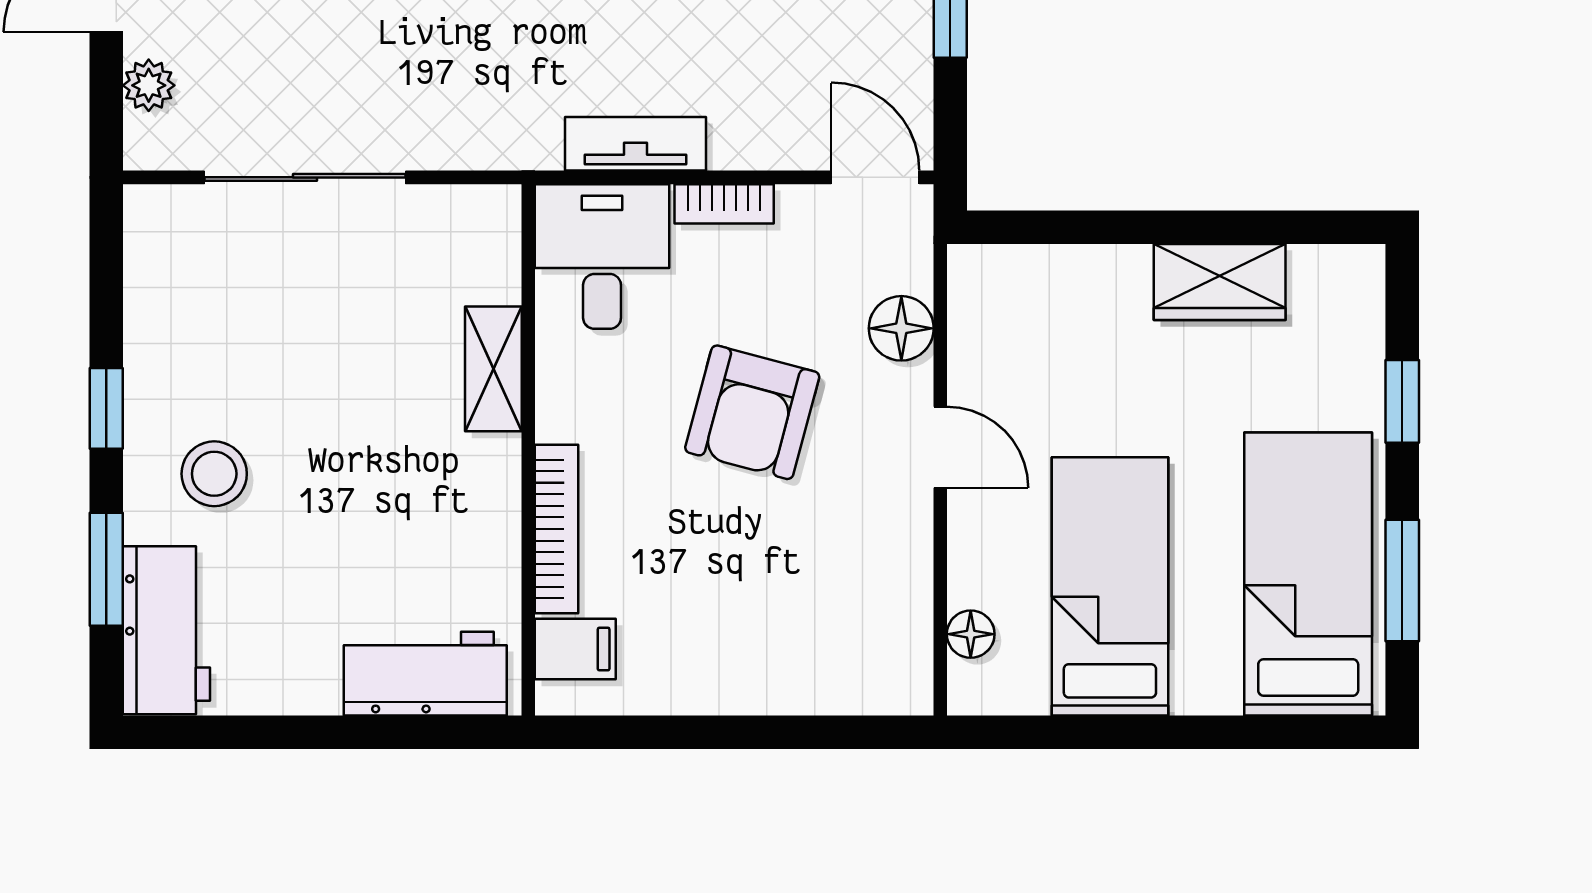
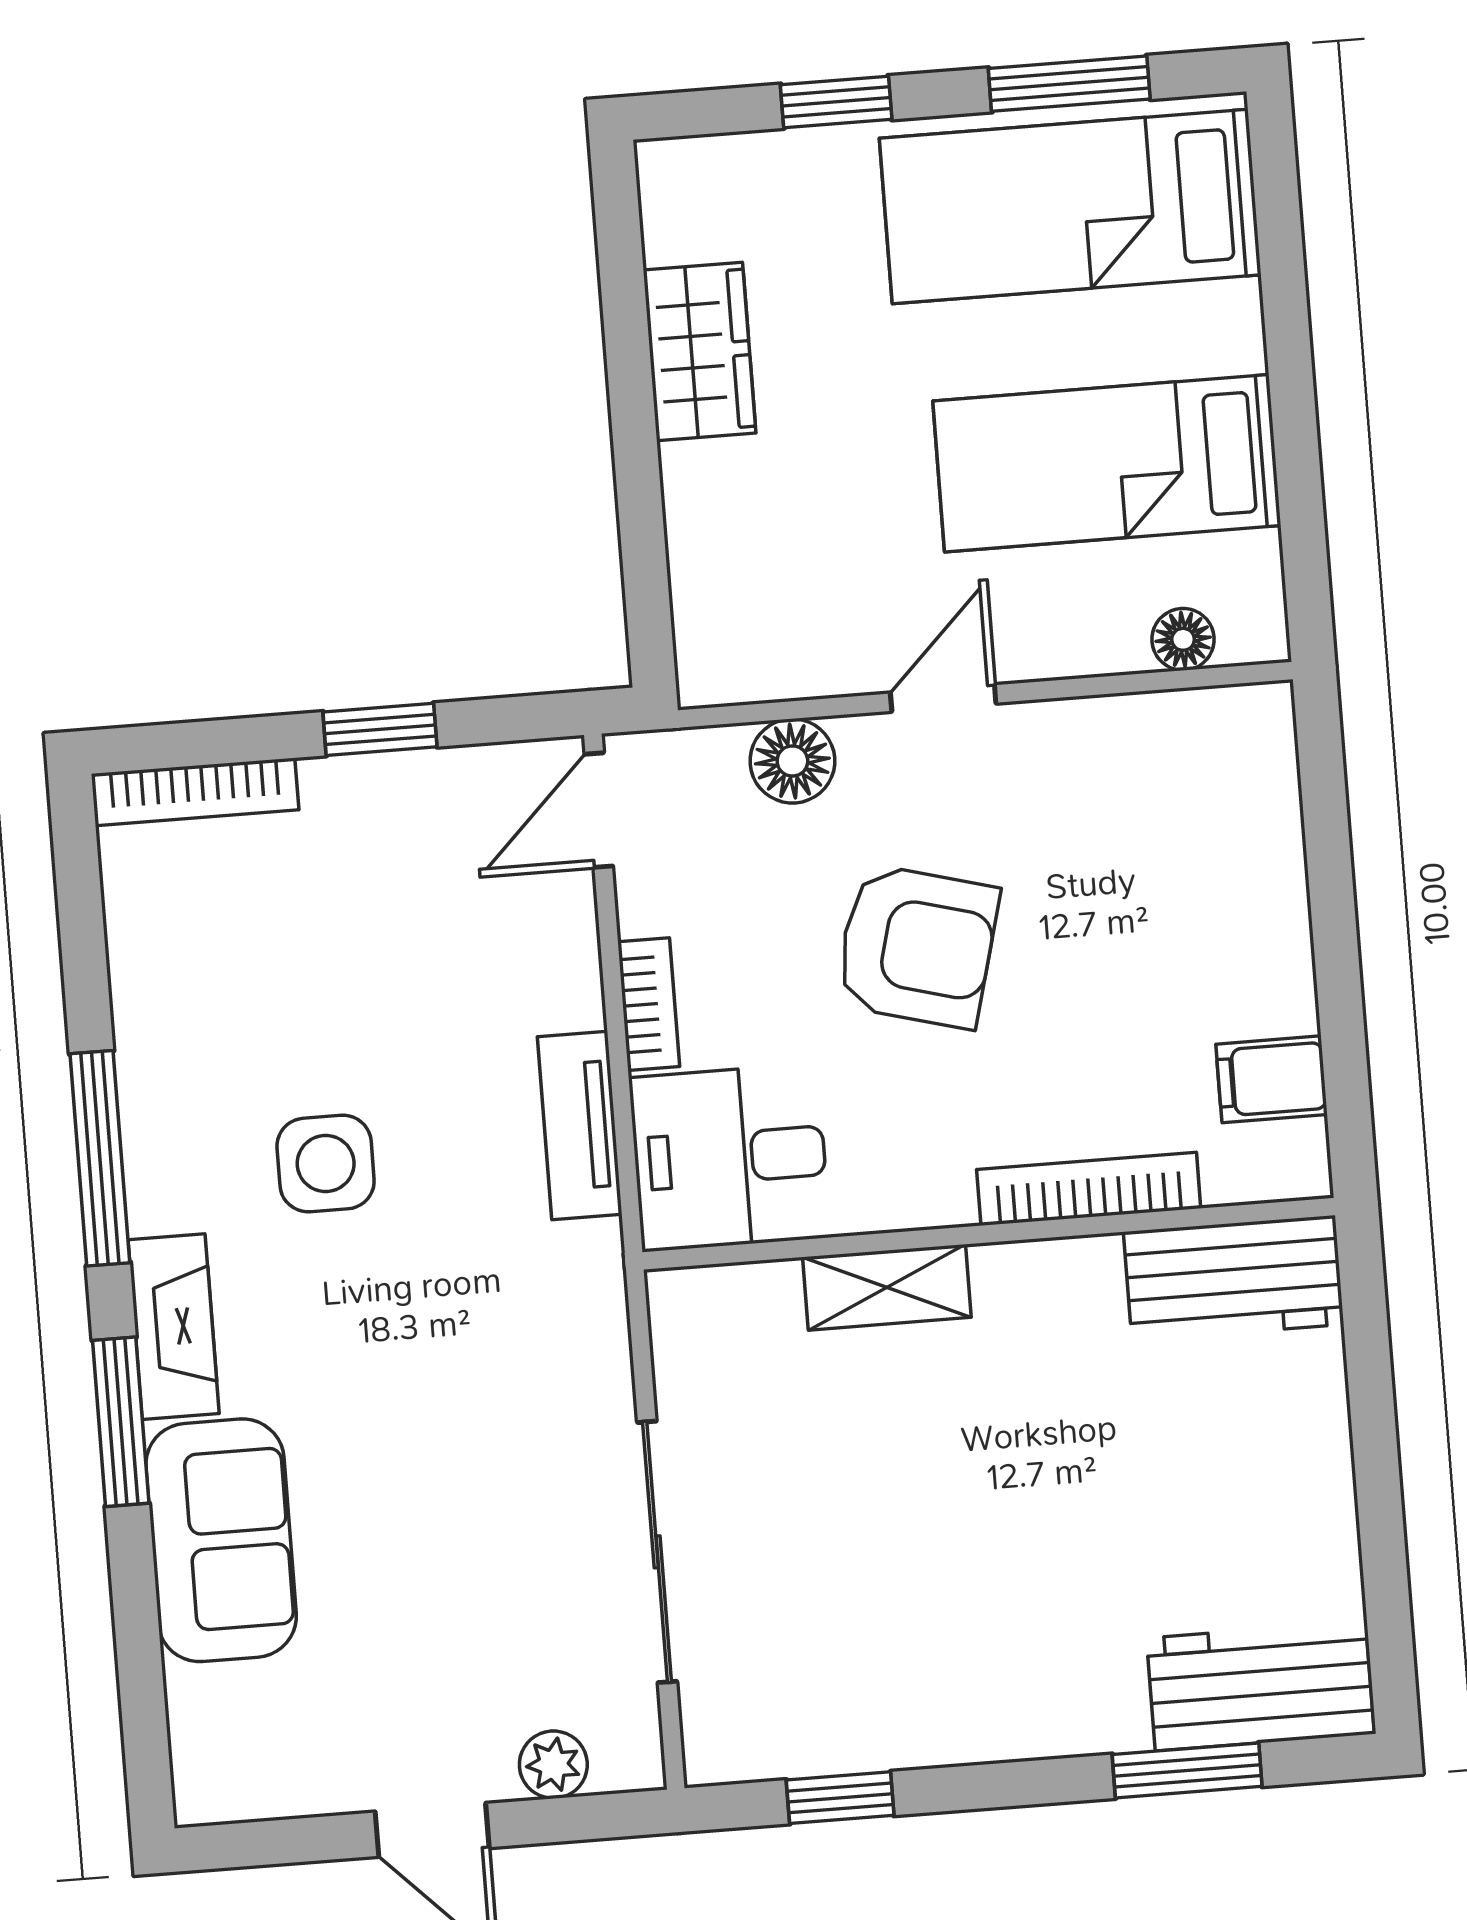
window: (106, 408) -> (840, 1798), moved
stool: (214, 474) -> (1052, 1640), removed
filing cabinet: (575, 649) -> (1272, 1079), moved, turned -90
workbench: (425, 674) -> (1234, 1278), moved, turned -90

